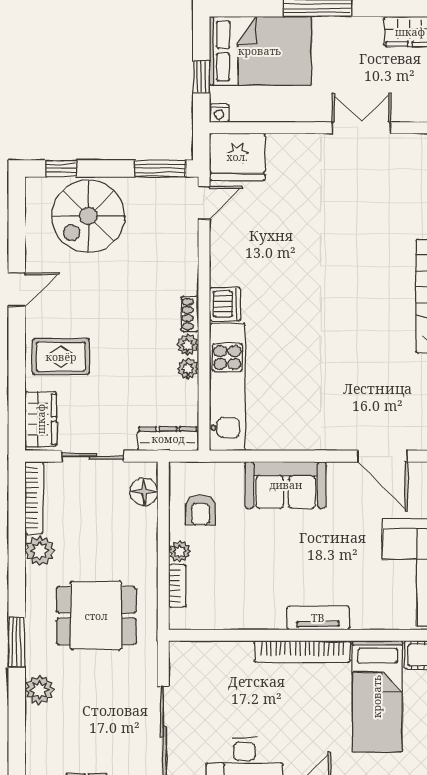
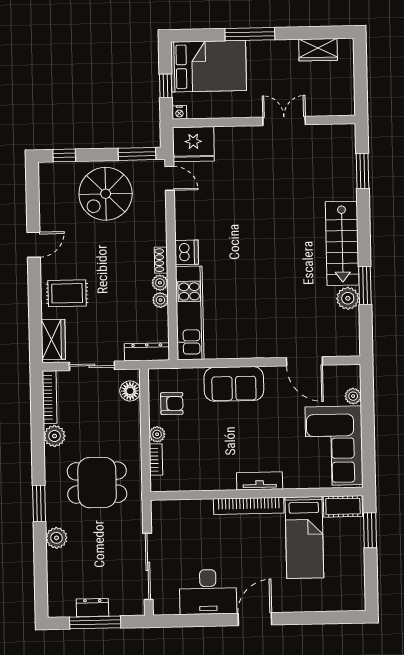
door: (204, 203) -> (170, 178), hinge flipped
spiral stairs: (88, 216) -> (106, 194), moved
armchair: (201, 510) -> (172, 403), turned -90

